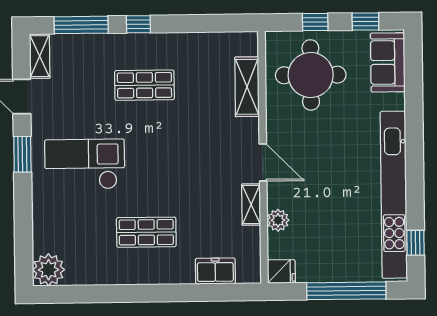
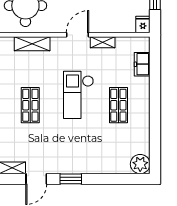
checkout: (85, 164) -> (78, 95), moved
plant: (278, 220) -> (112, 26), removed

